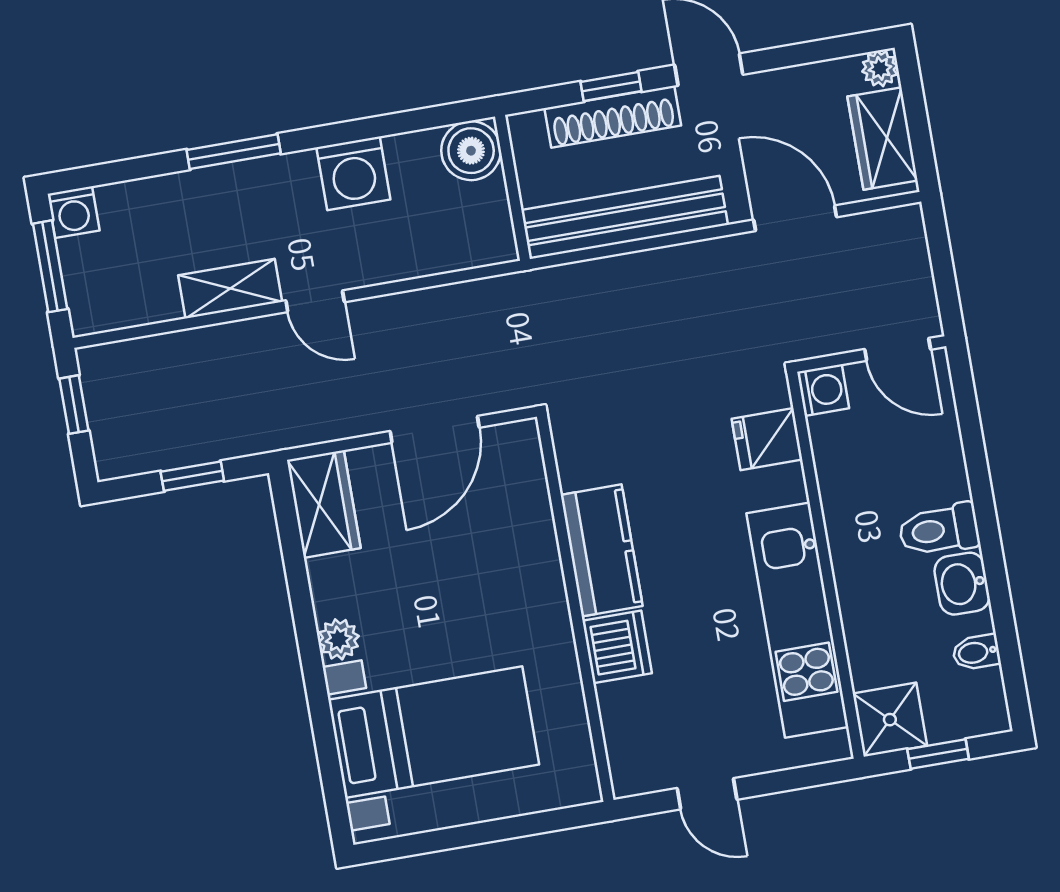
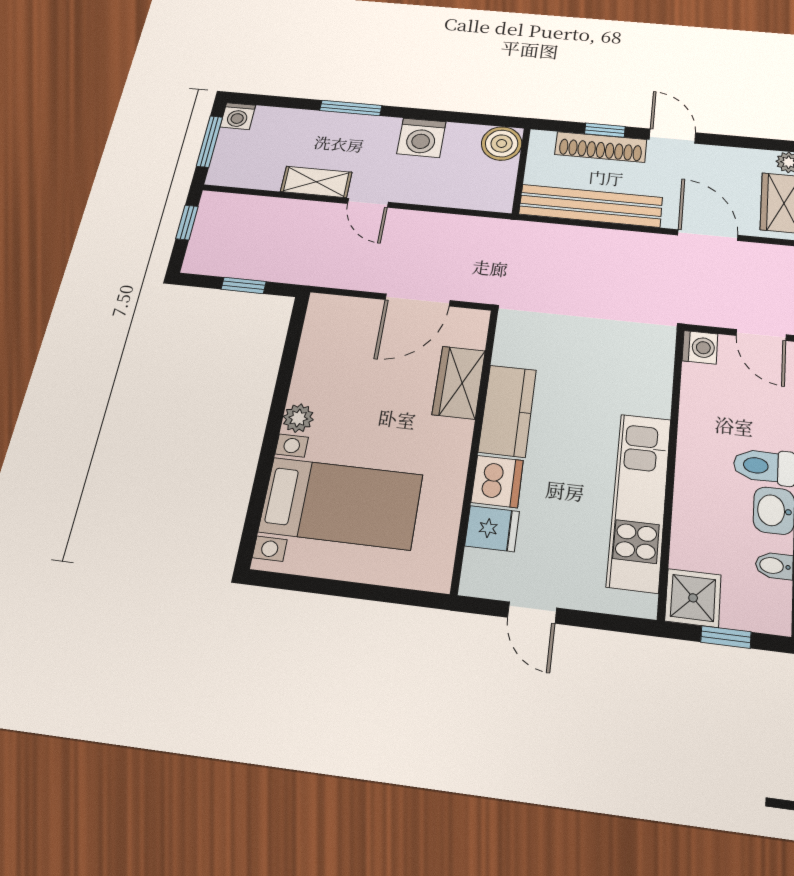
fridge: (767, 439) -> (492, 529), moved, turned 180
wardrobe: (324, 504) -> (459, 382), moved, turned 180

